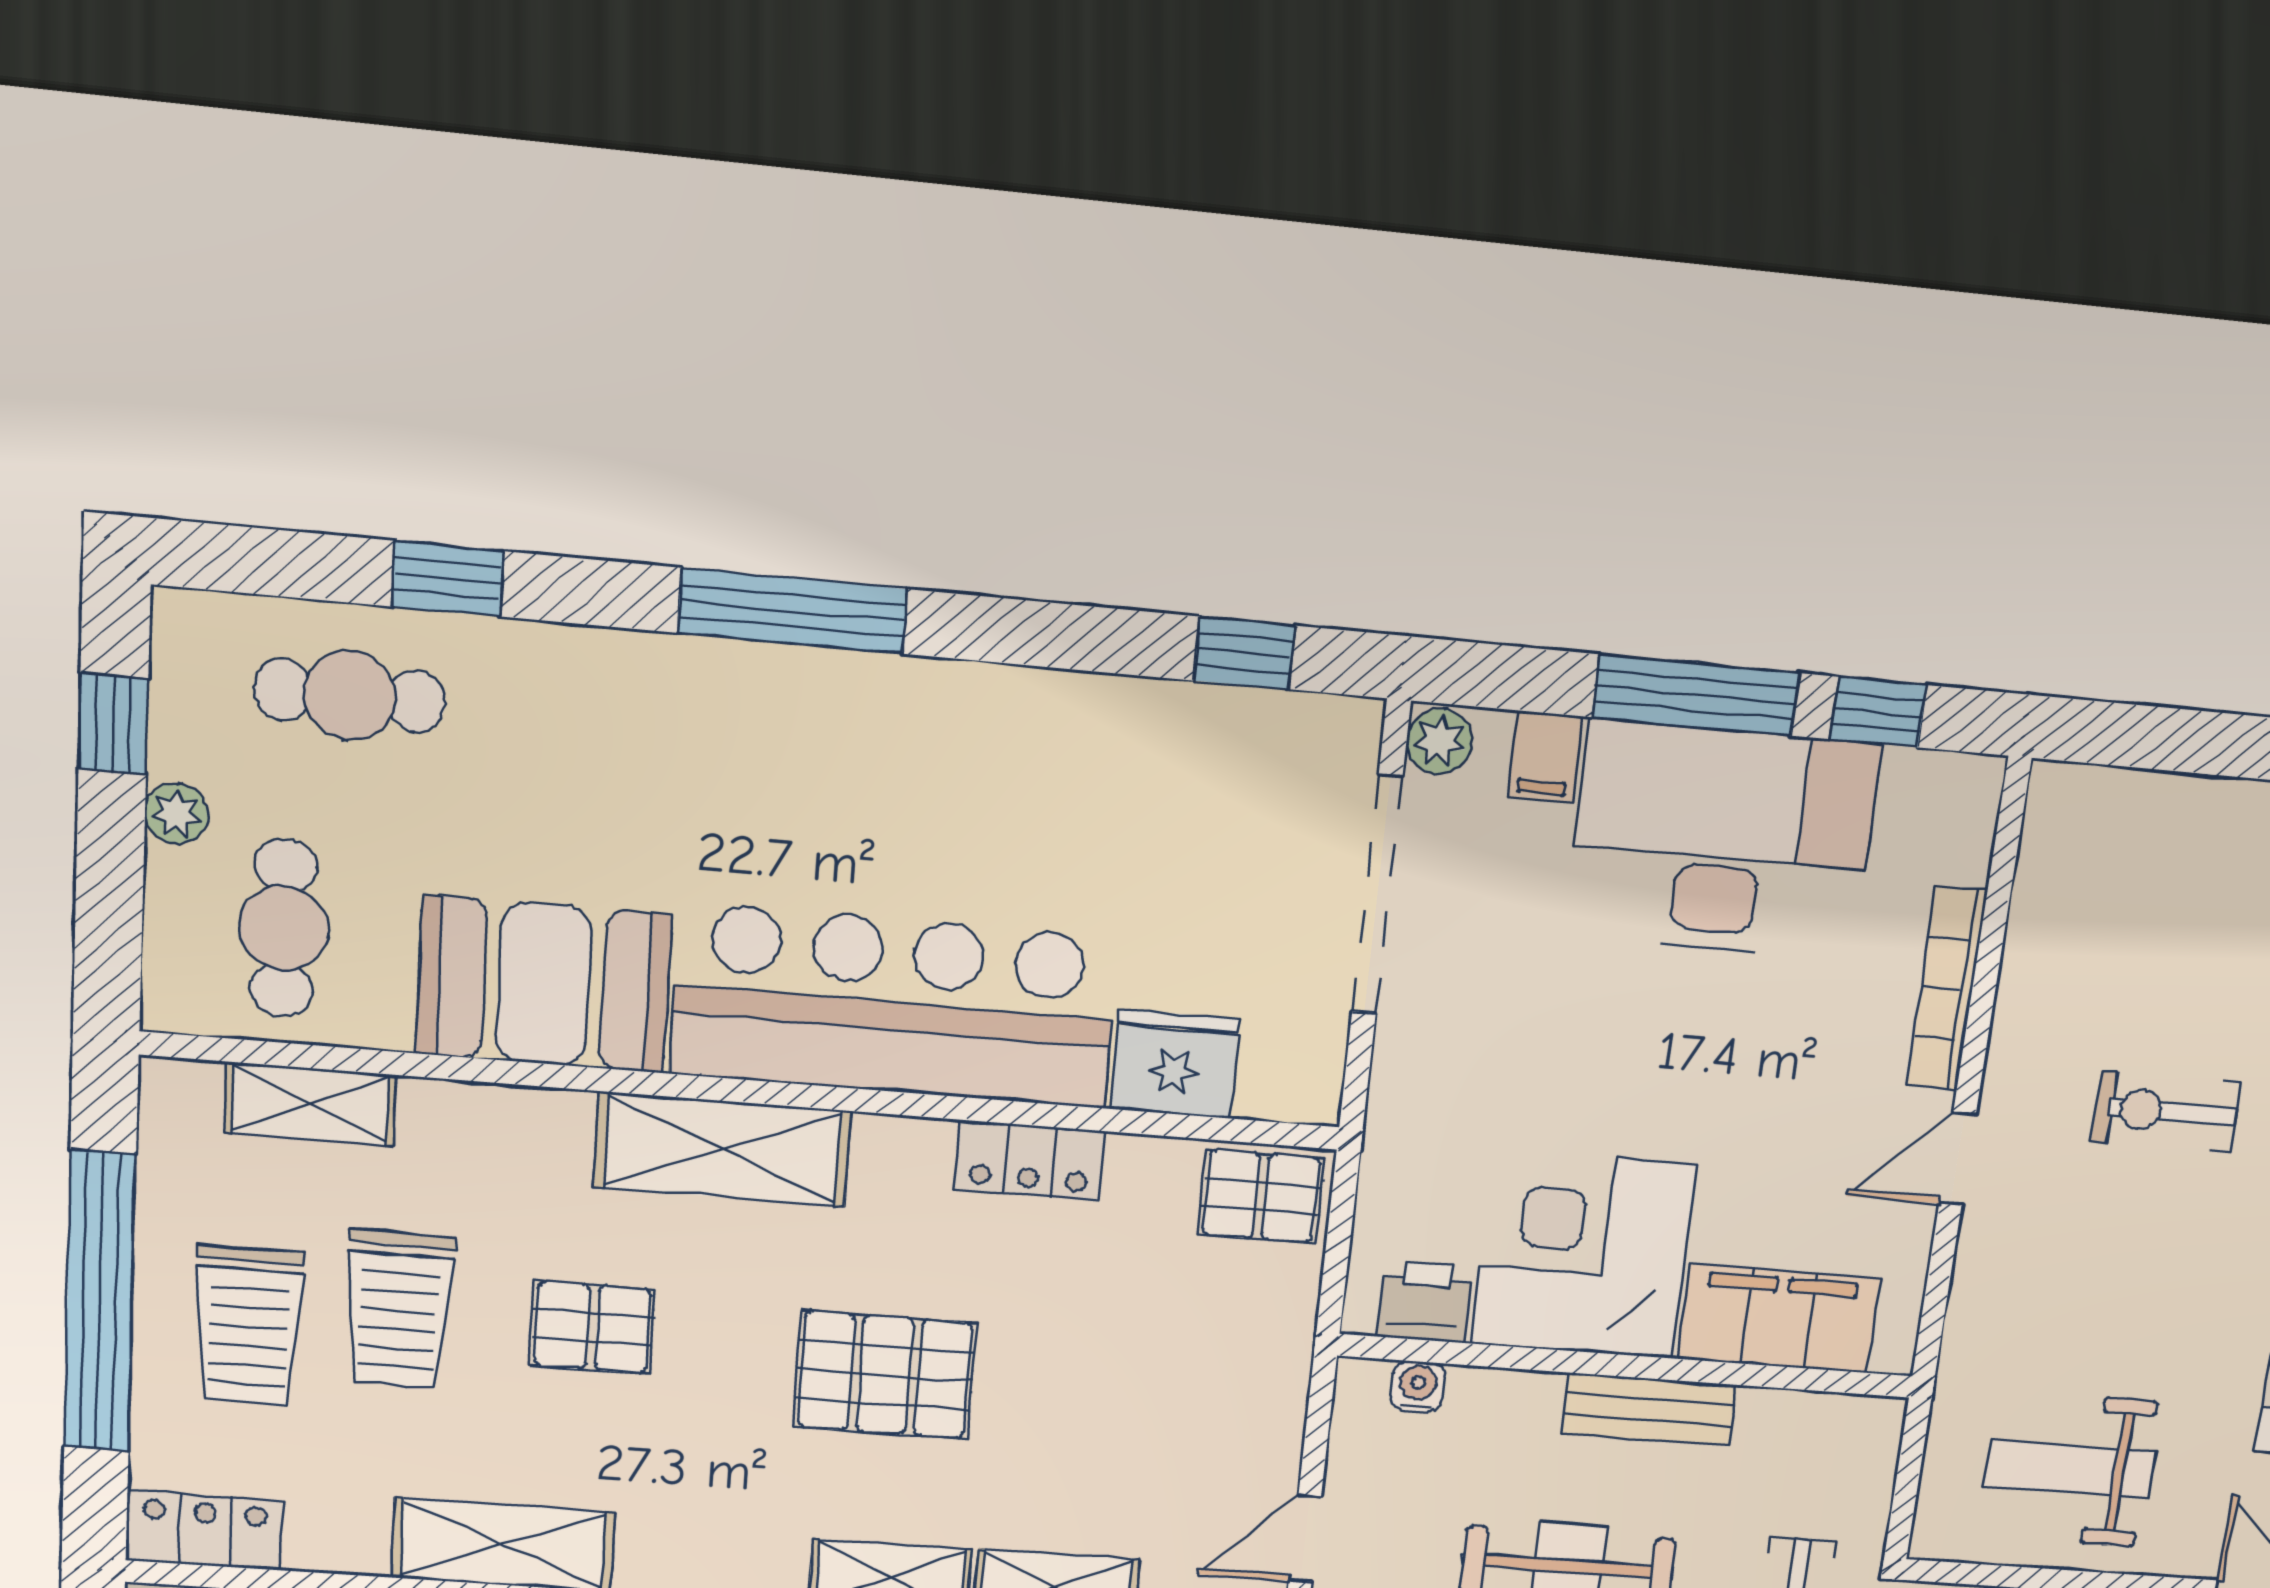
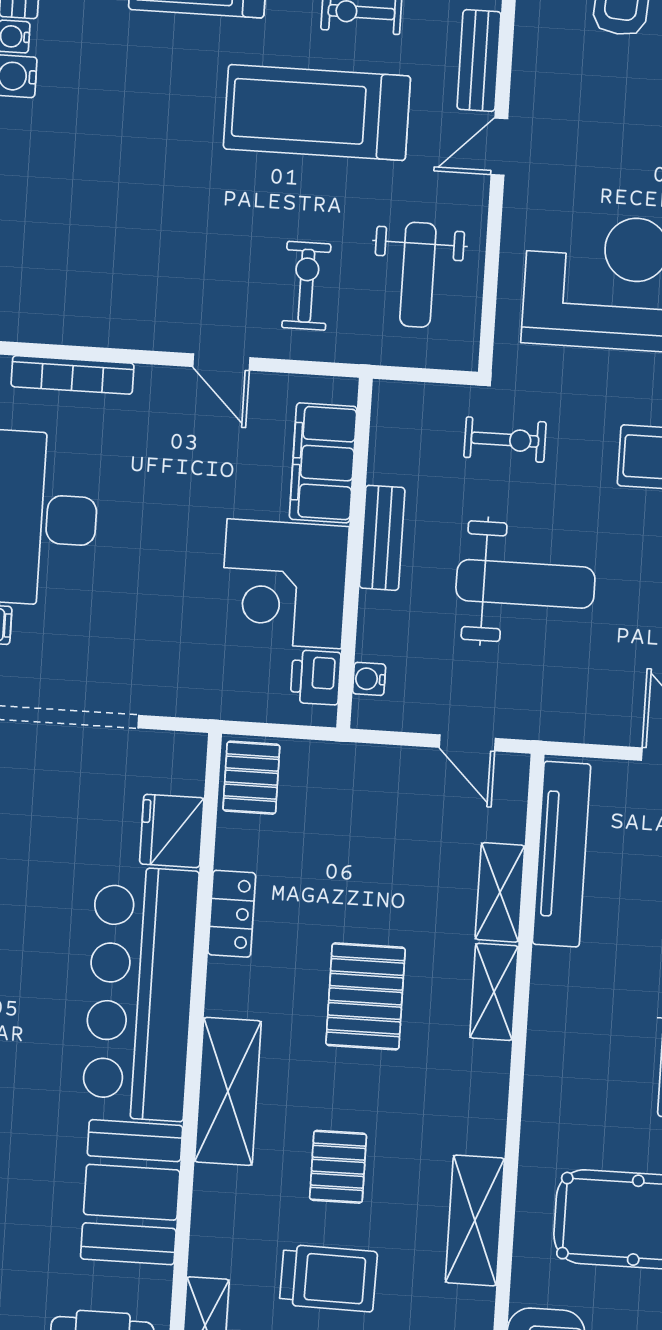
bookcase: (1946, 989) -> (72, 375), moved
exercise bike: (2166, 1111) -> (306, 286), moved, turned 180

